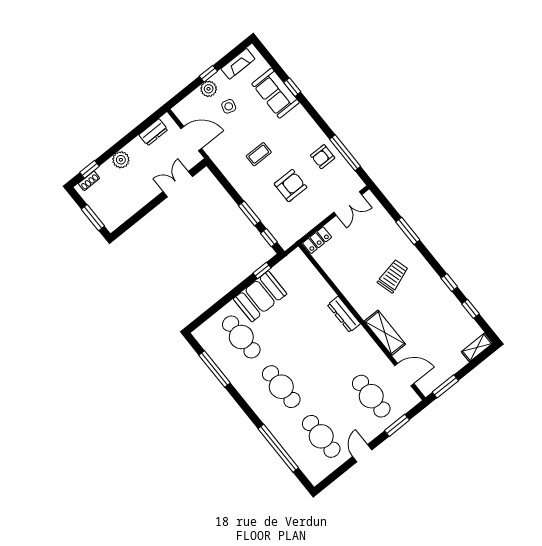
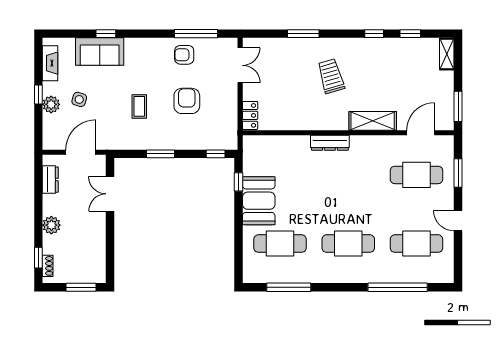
armchair: (323, 157) -> (184, 55), turned 90
window: (249, 213) -> (160, 154), moved

